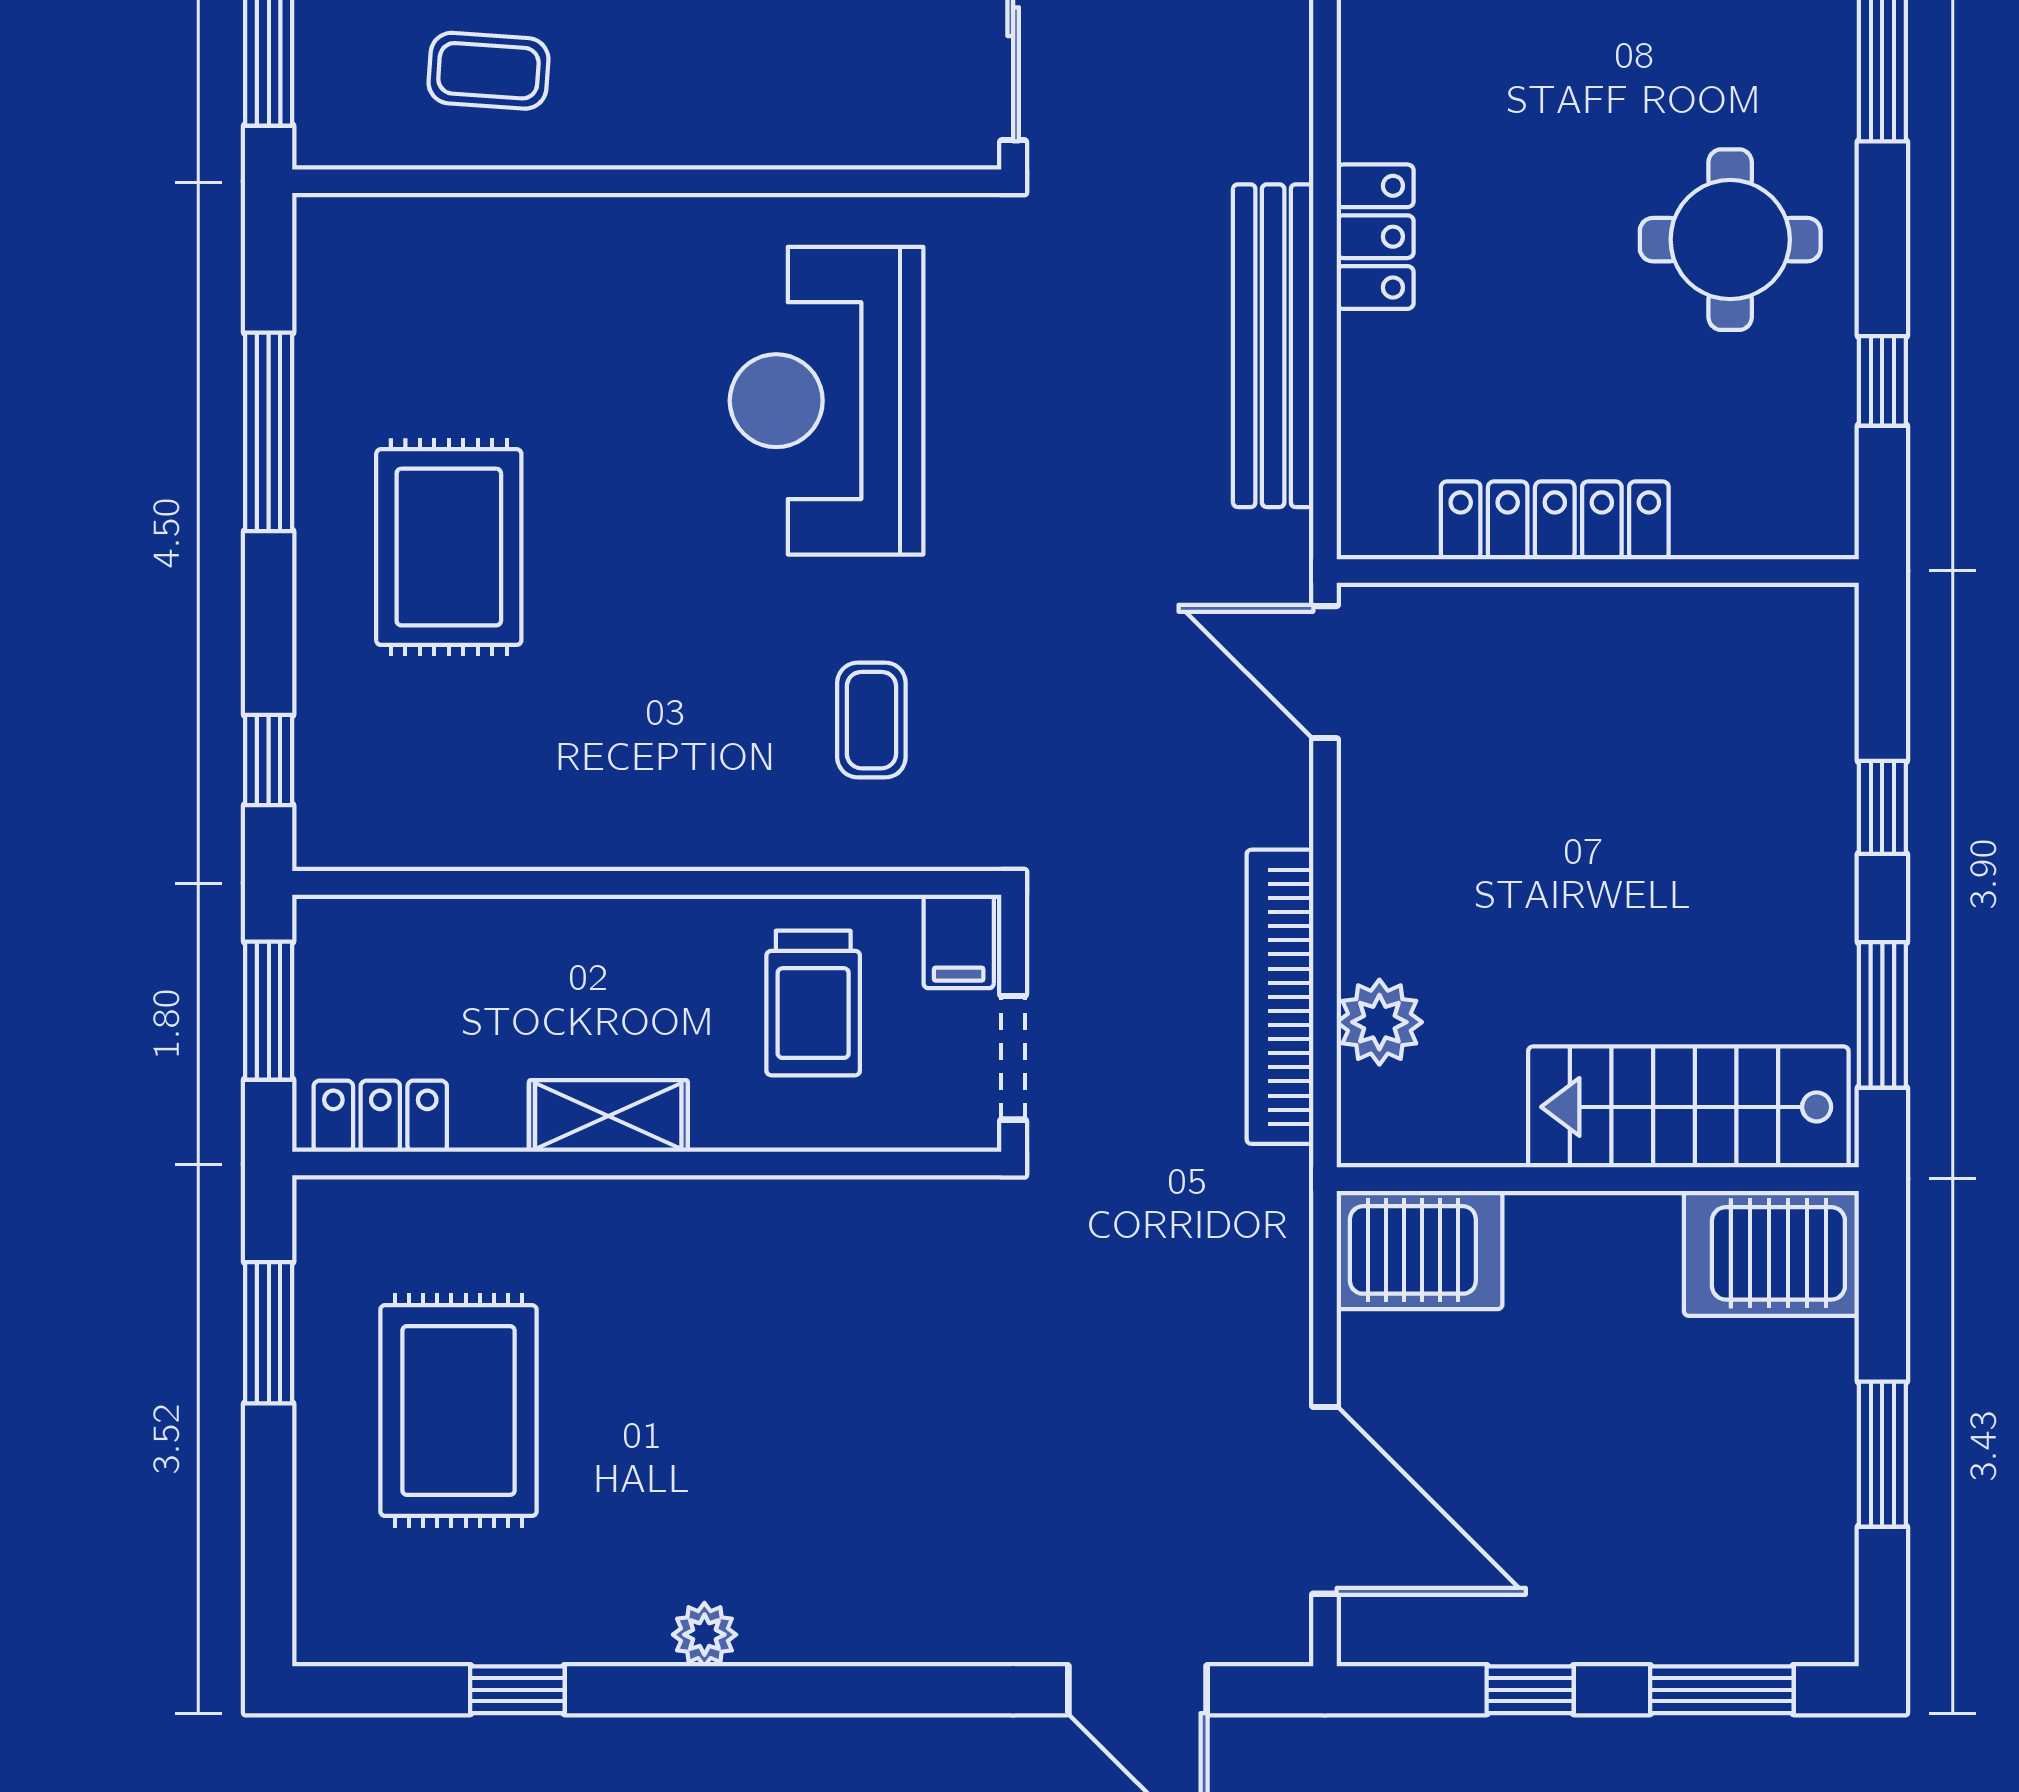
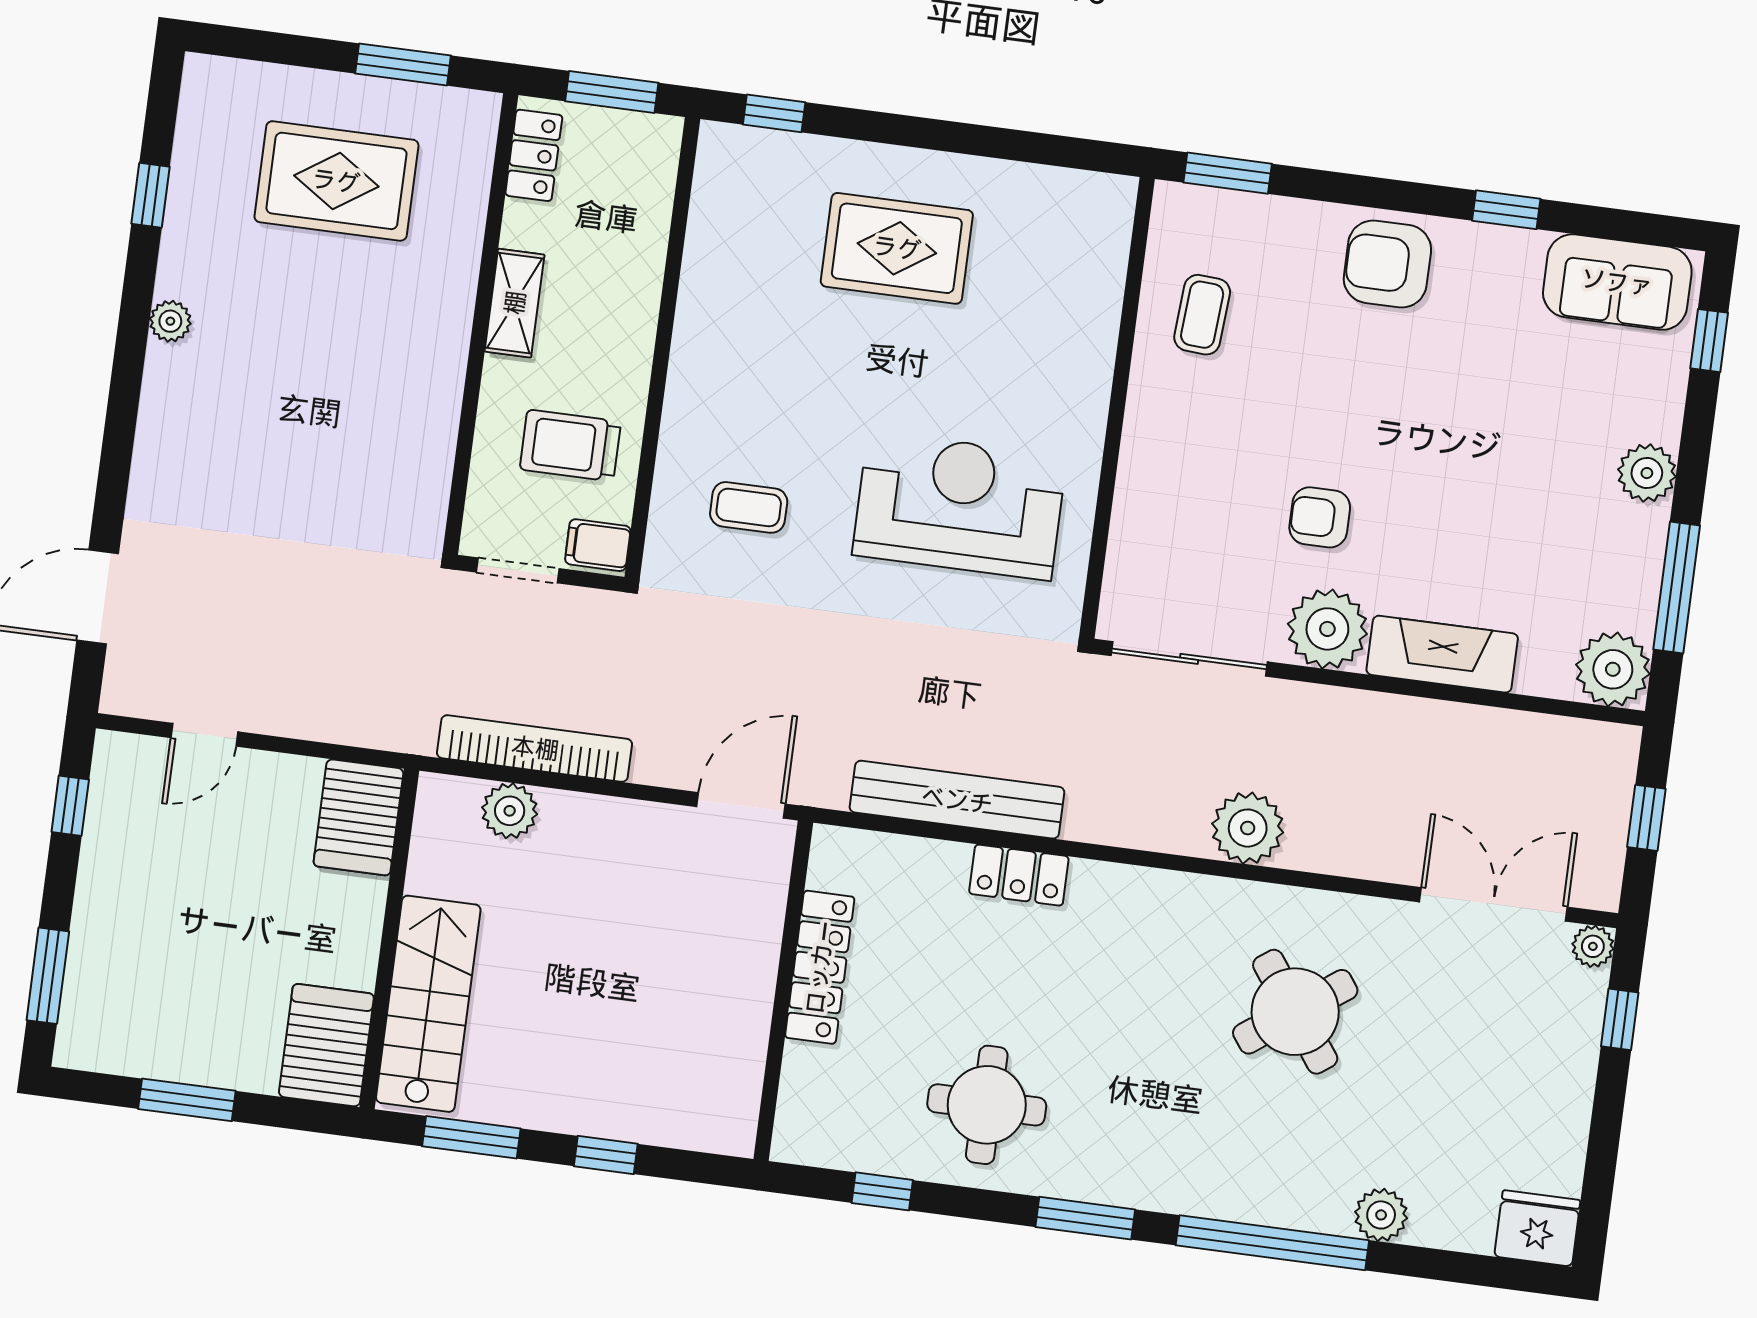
window: (269, 432) -> (987, 141), removed
door: (1325, 1500) -> (204, 735), width x0.53
window: (1530, 1690) -> (70, 806), moved

